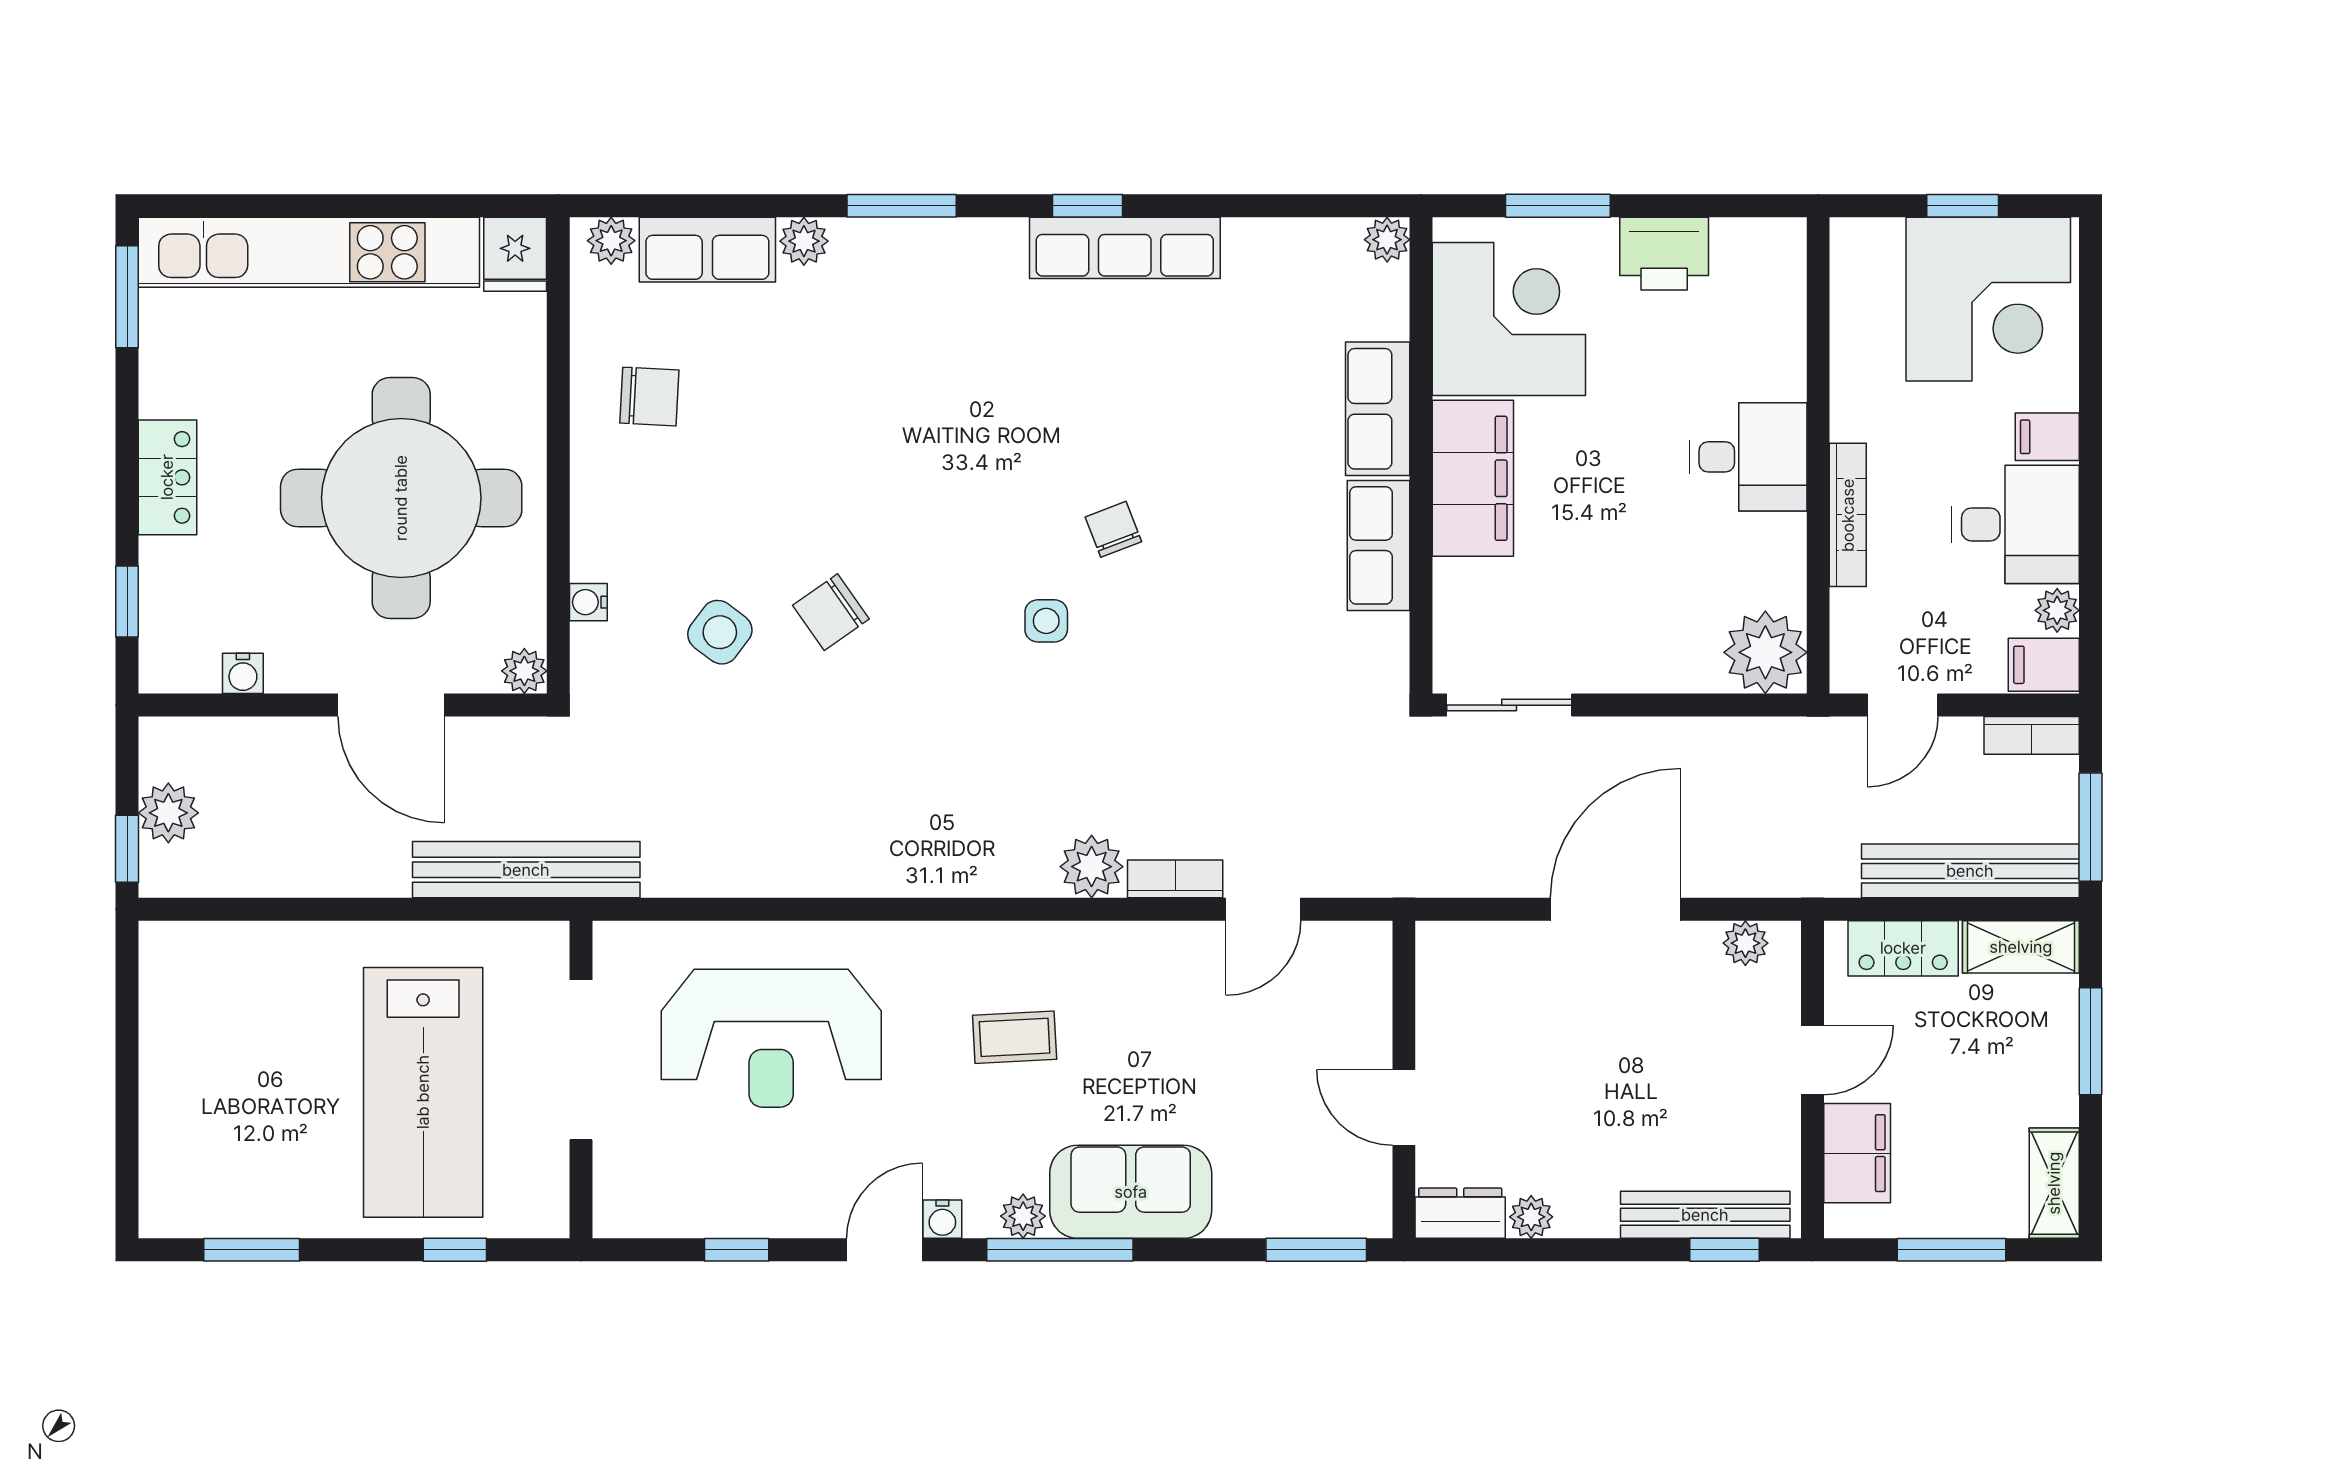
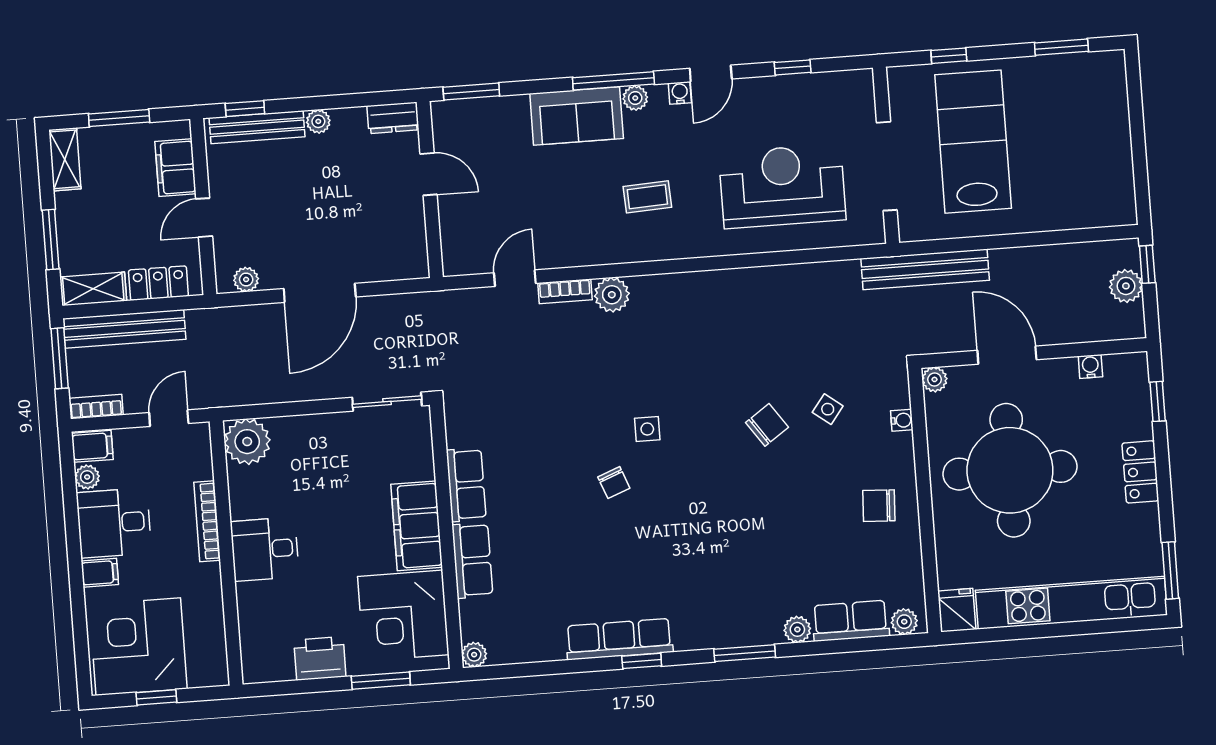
chair: (649, 397) -> (879, 506), moved
side table: (720, 632) -> (828, 409), width x0.73, depth x0.73
plant: (1531, 1217) -> (318, 121), moved

